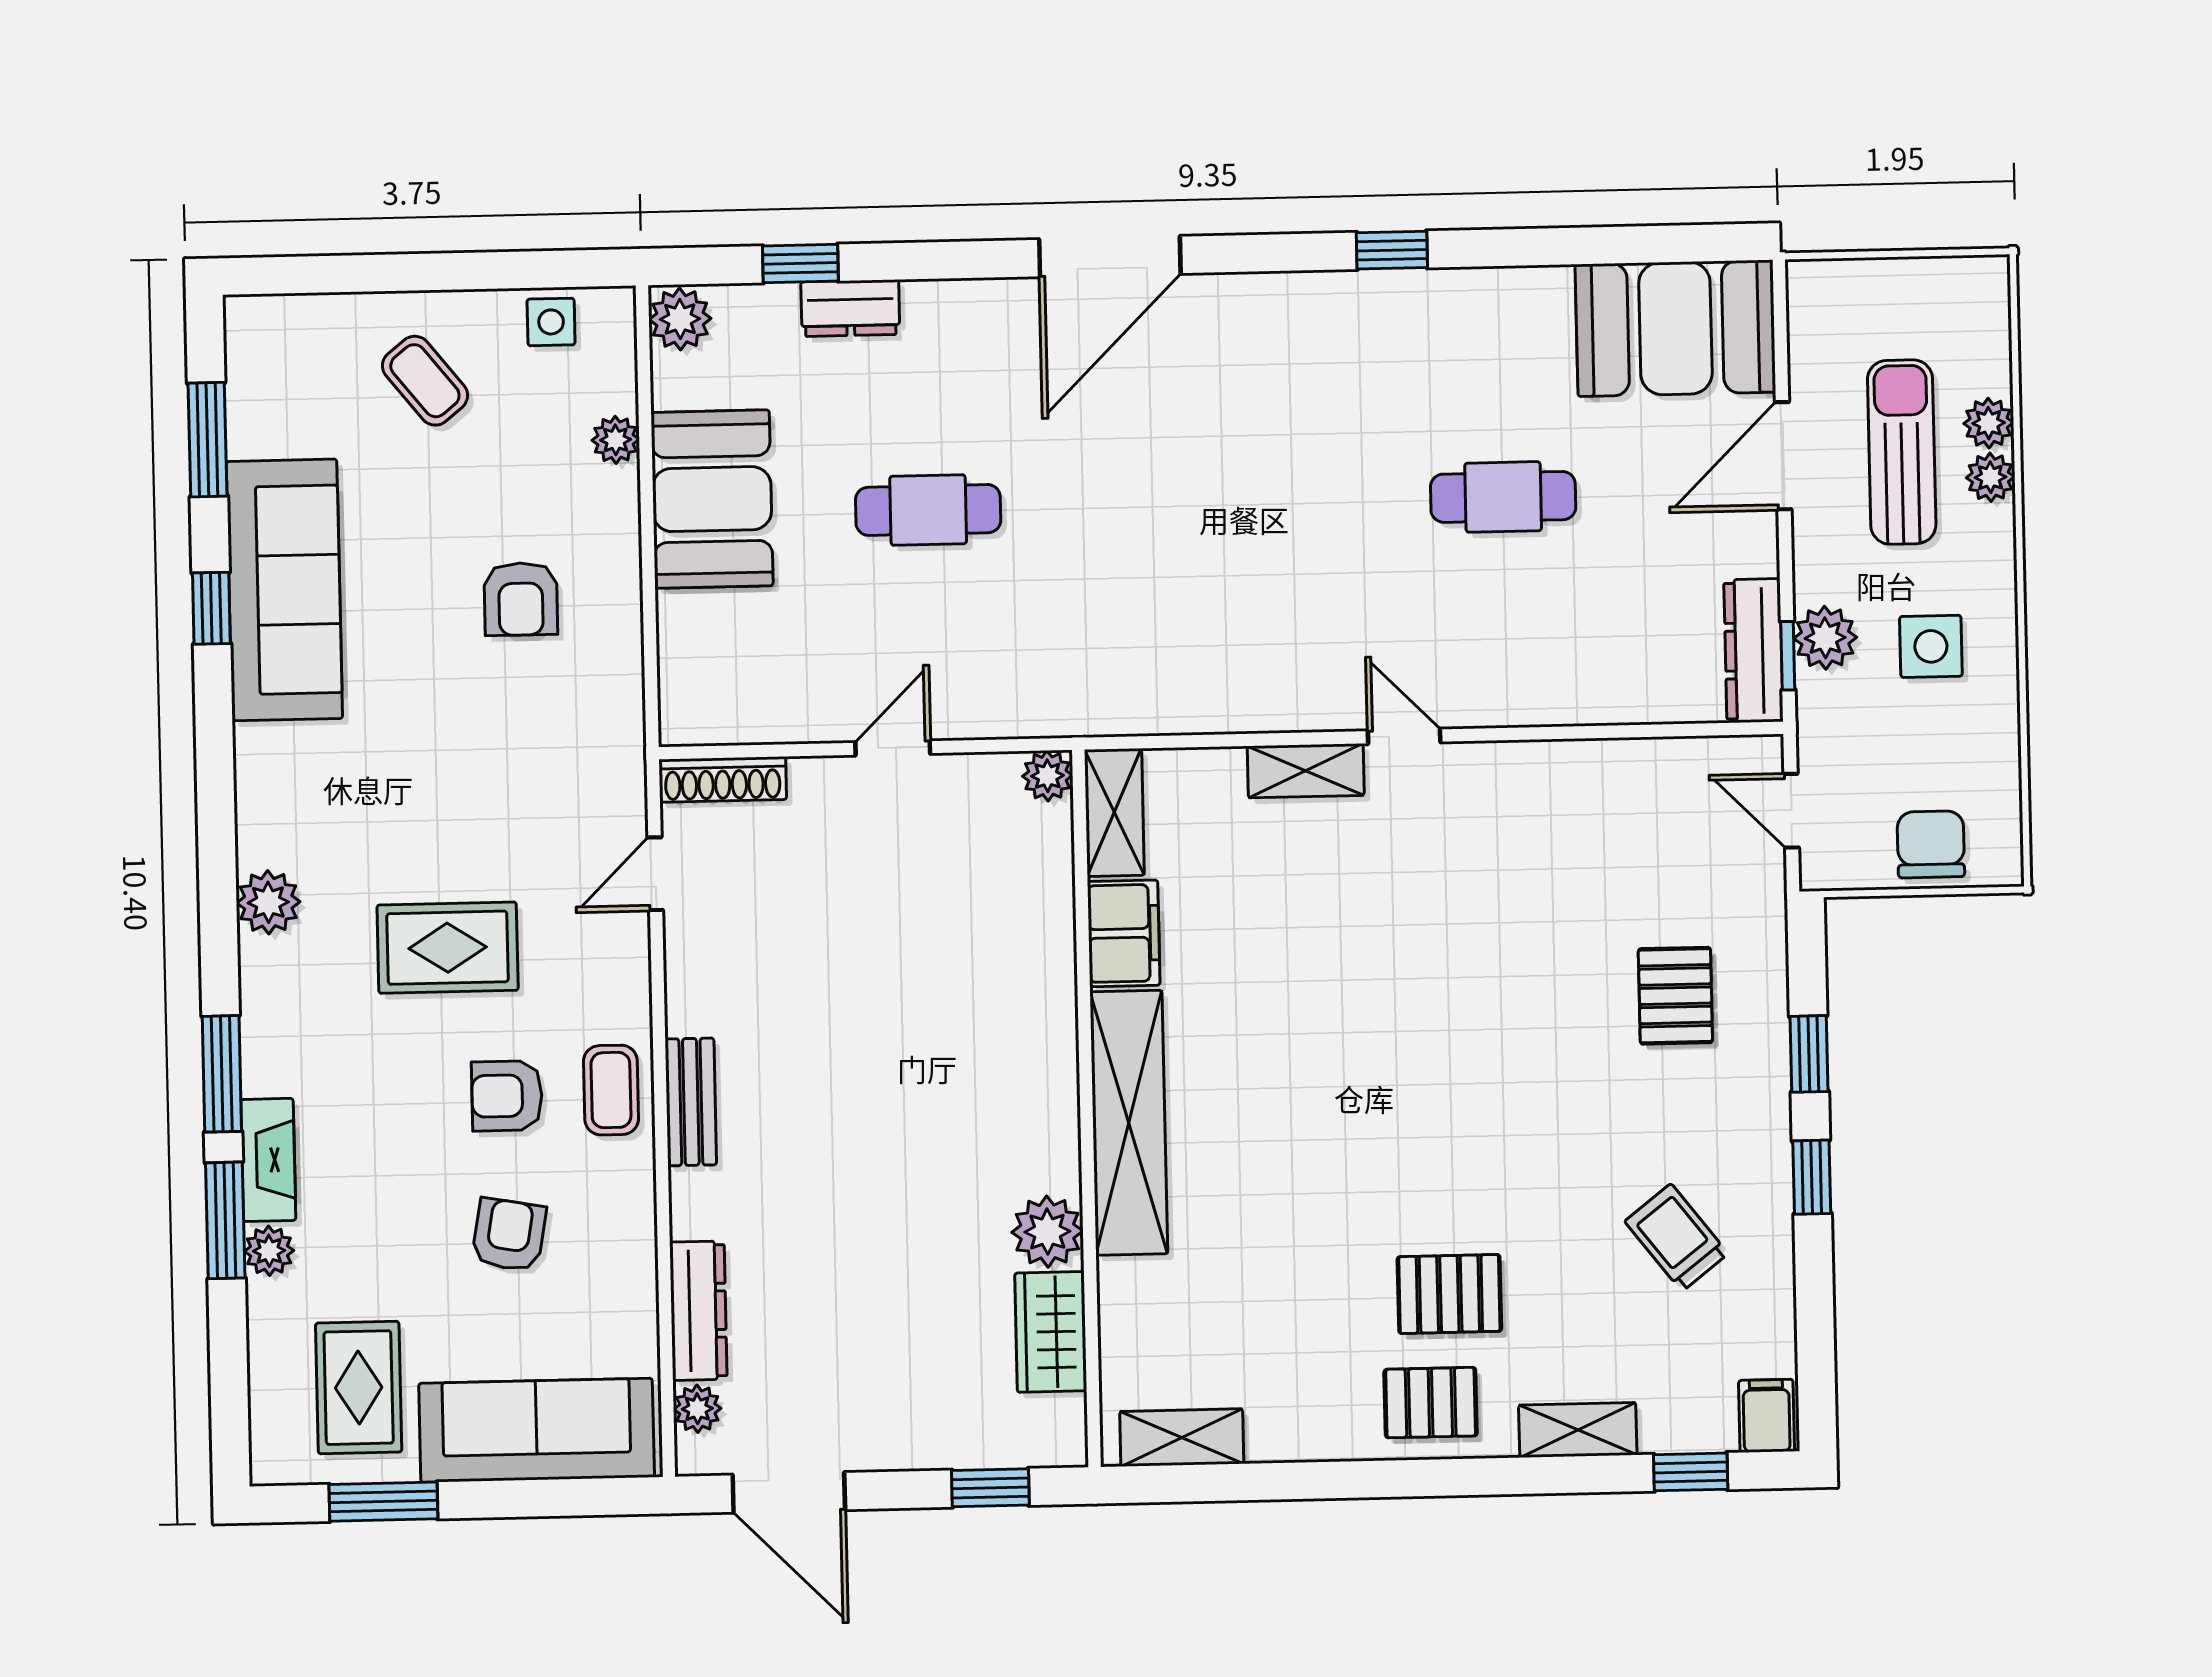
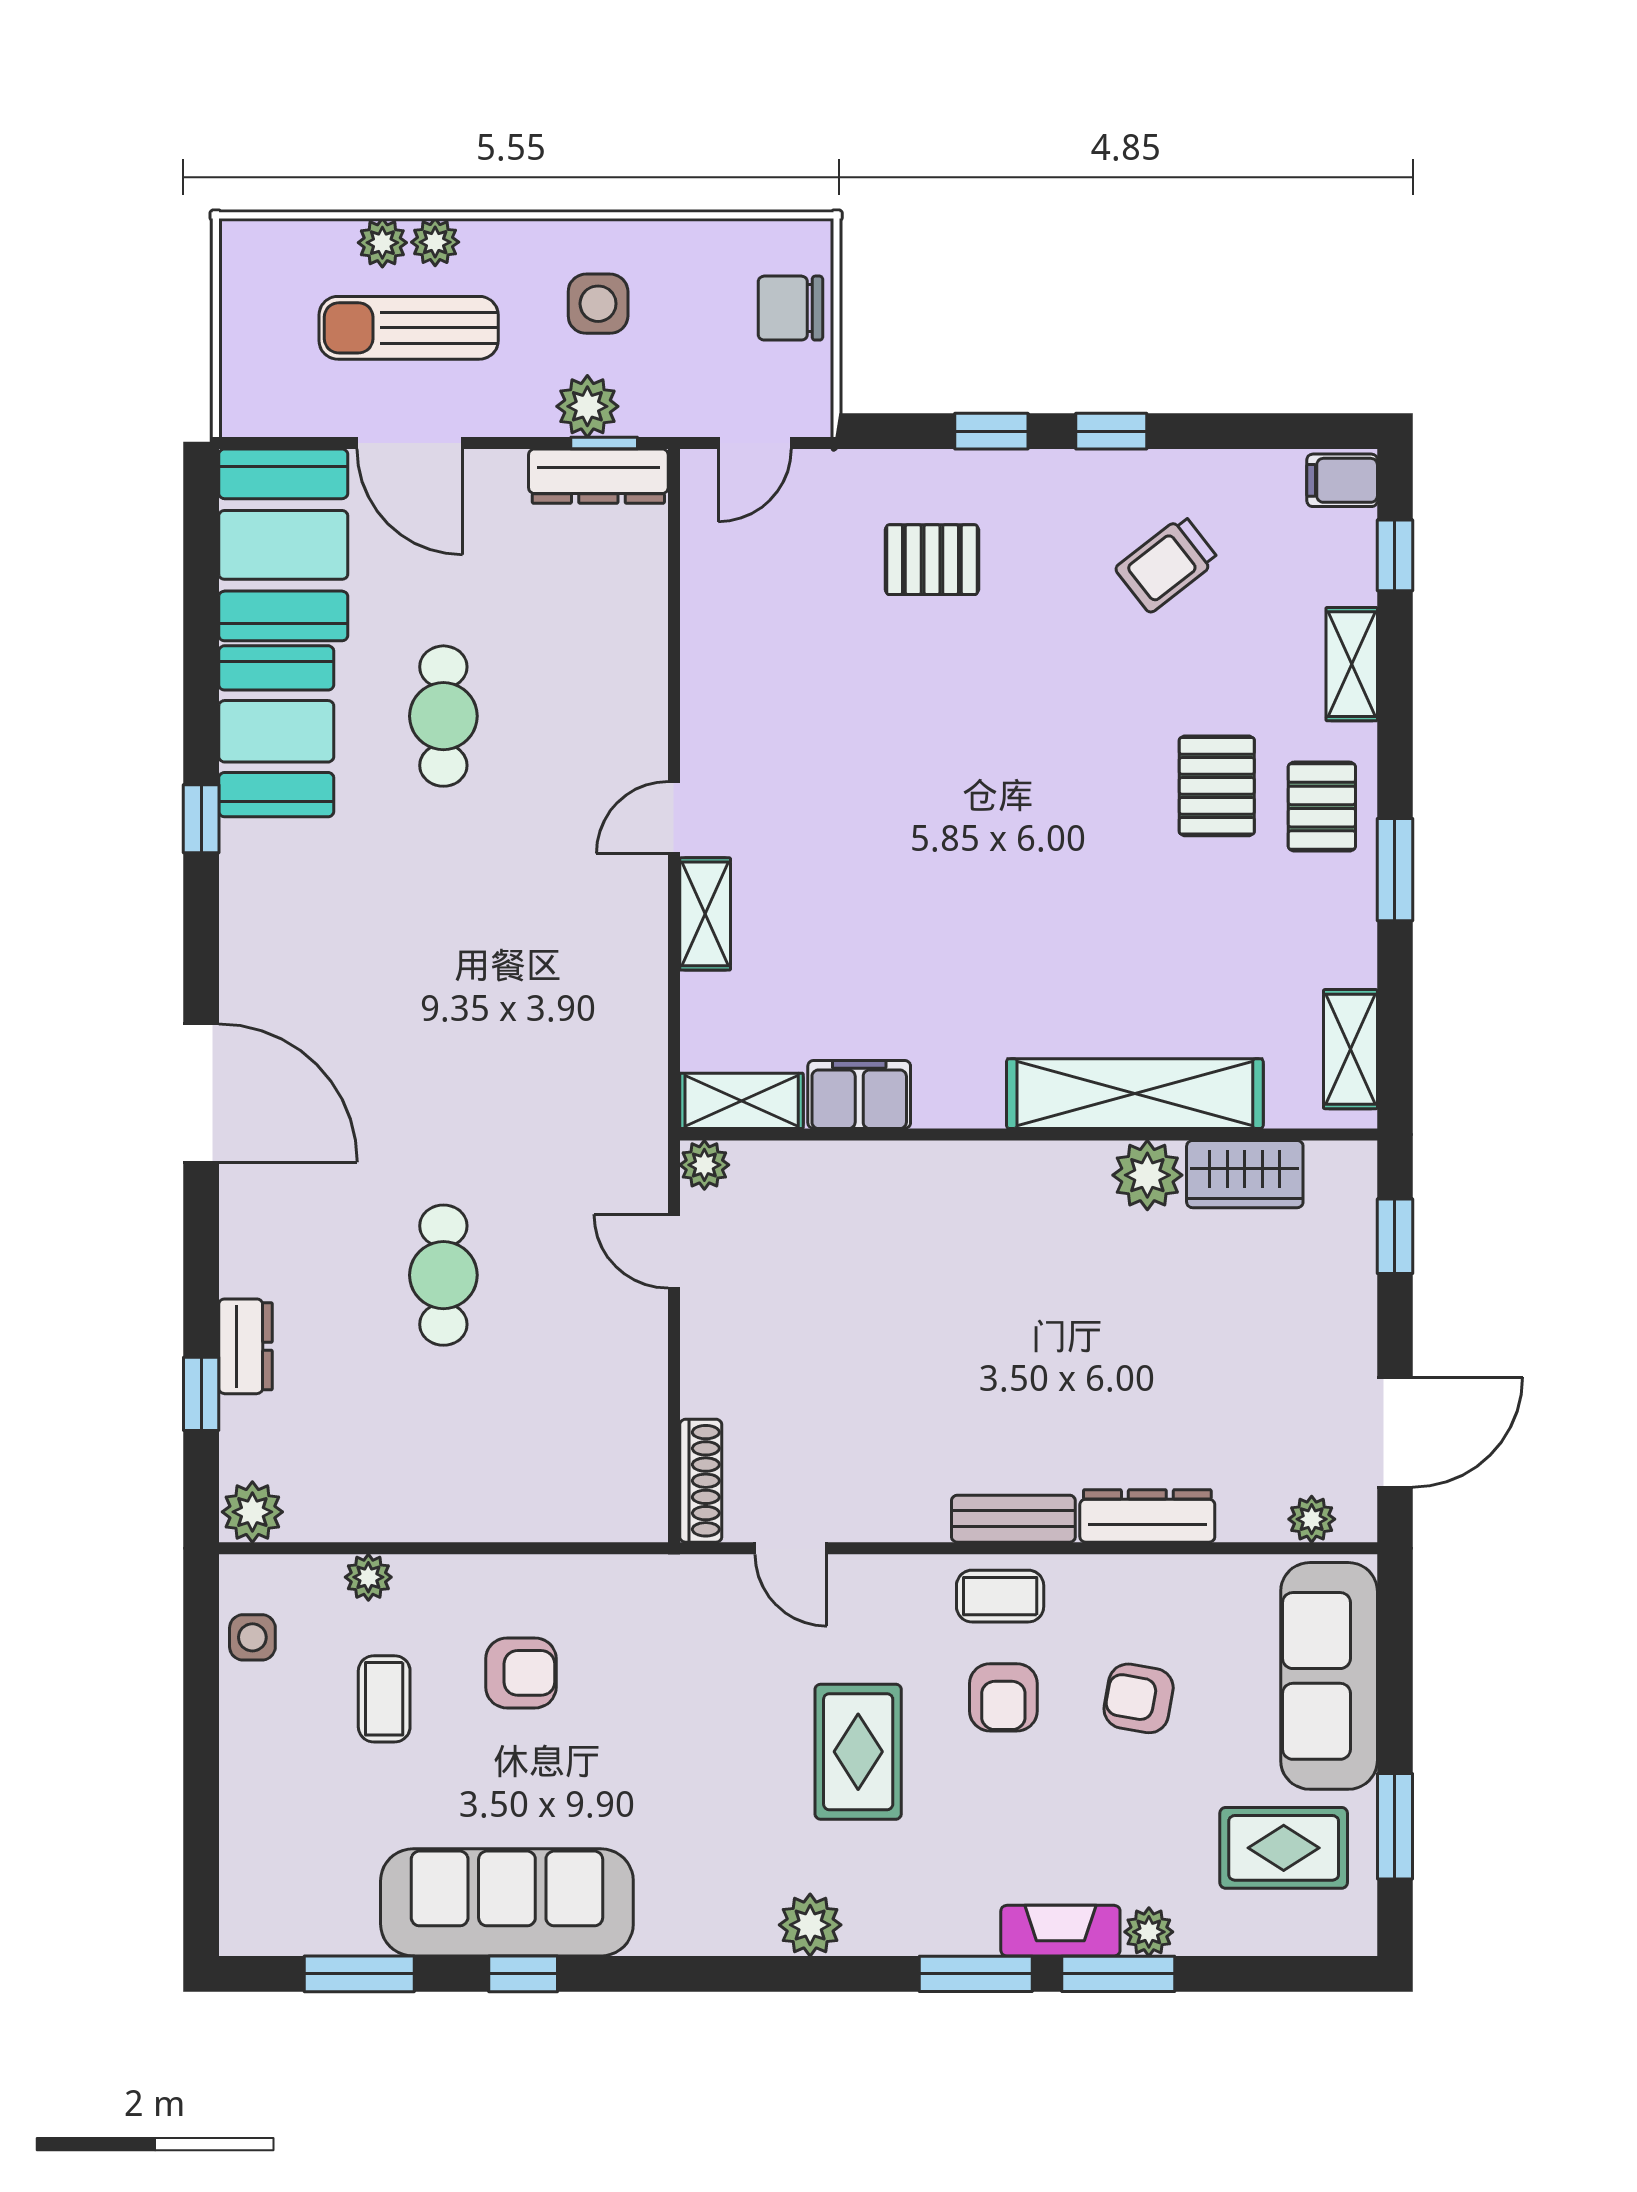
coffee table: (425, 381) -> (384, 1699), moved, turned -51
booth: (712, 499) -> (276, 731), moved, turned 90
door: (893, 748) -> (674, 1251), moved
shelving: (1129, 1123) -> (1135, 1094), moved
dresser: (698, 1311) -> (1147, 1516), moved
window: (1367, 1479) -> (1395, 870), added

